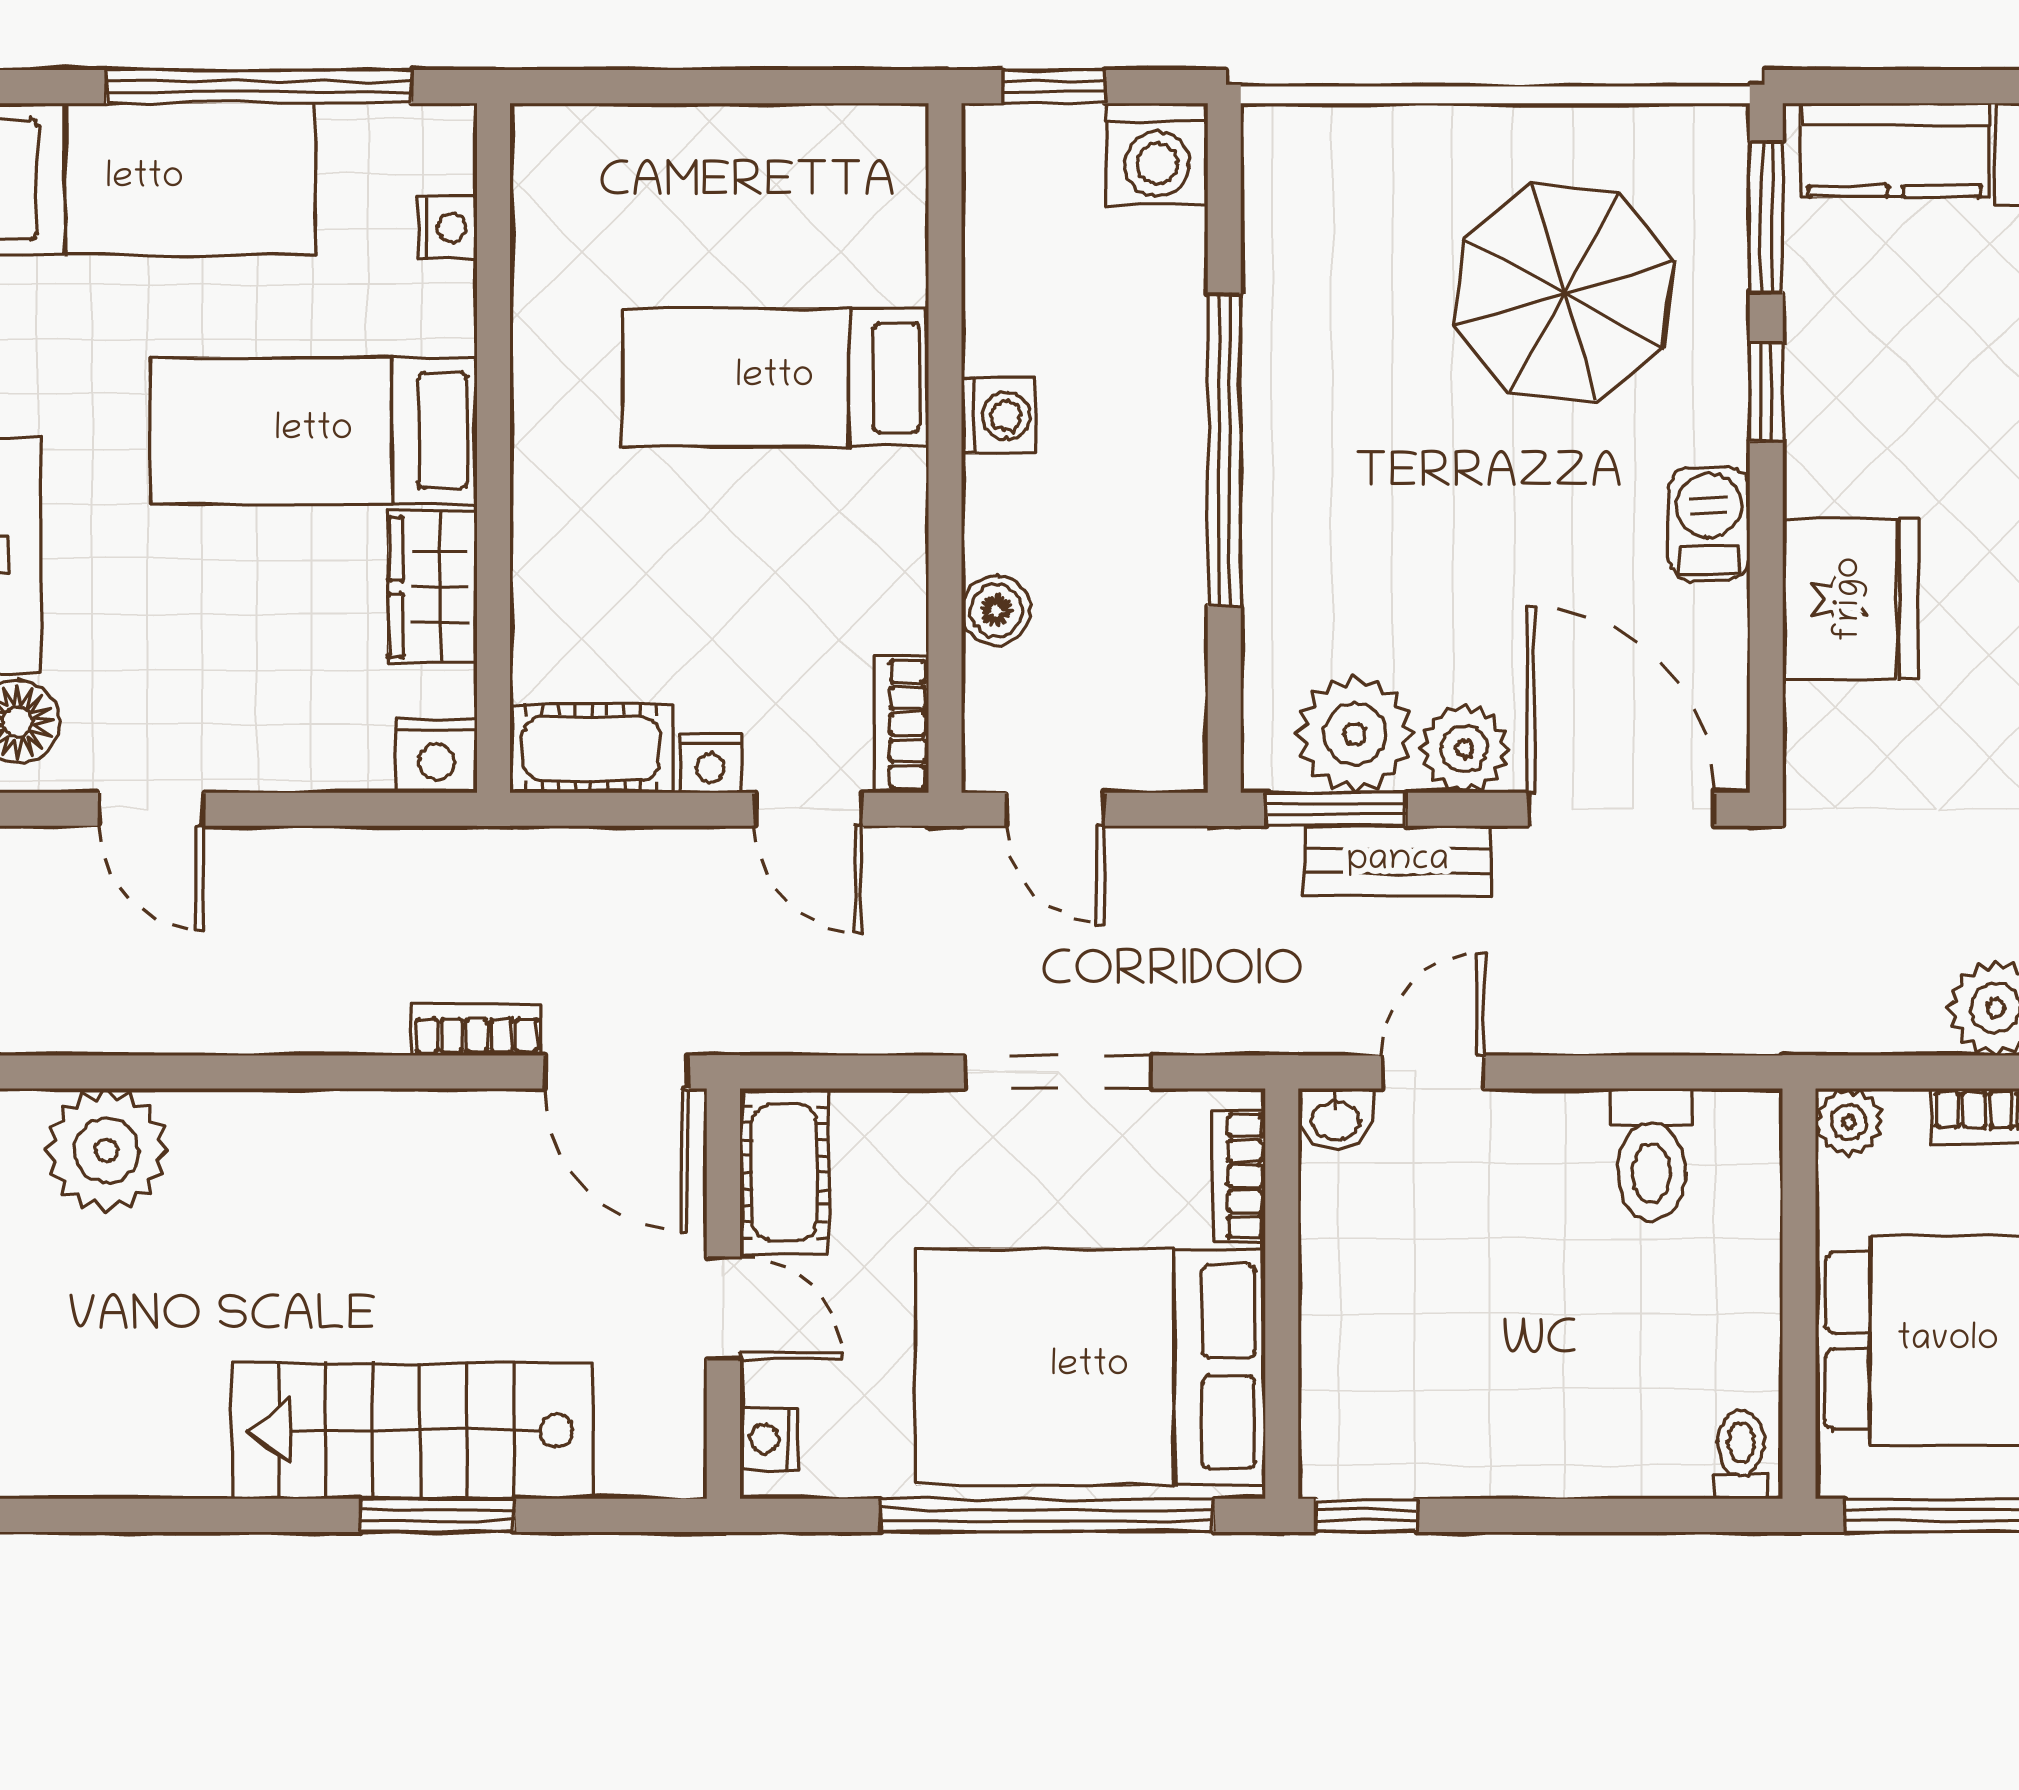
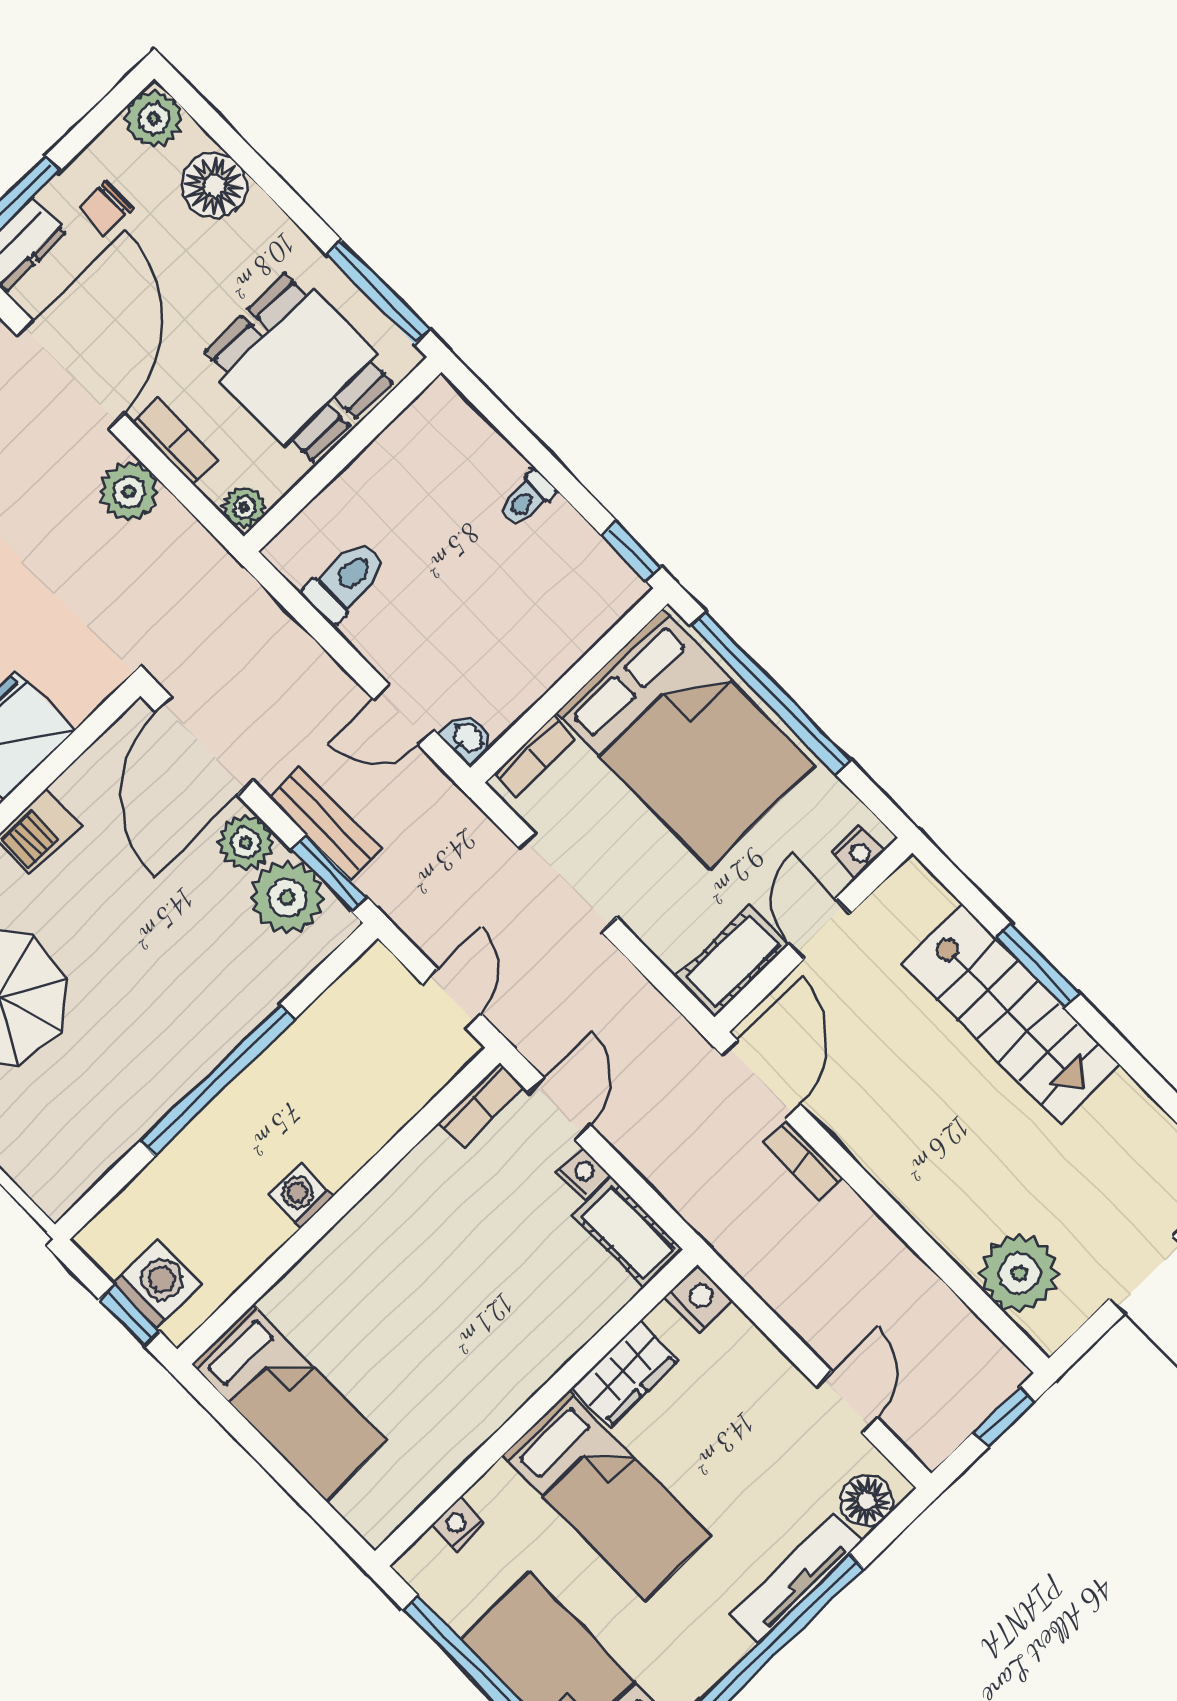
washing machine: (1157, 153) -> (157, 1284), moved
bed: (775, 378) -> (289, 1403), moved
boiler: (996, 611) -> (389, 1112), removed
toilet: (1741, 1455) -> (527, 498), moved

